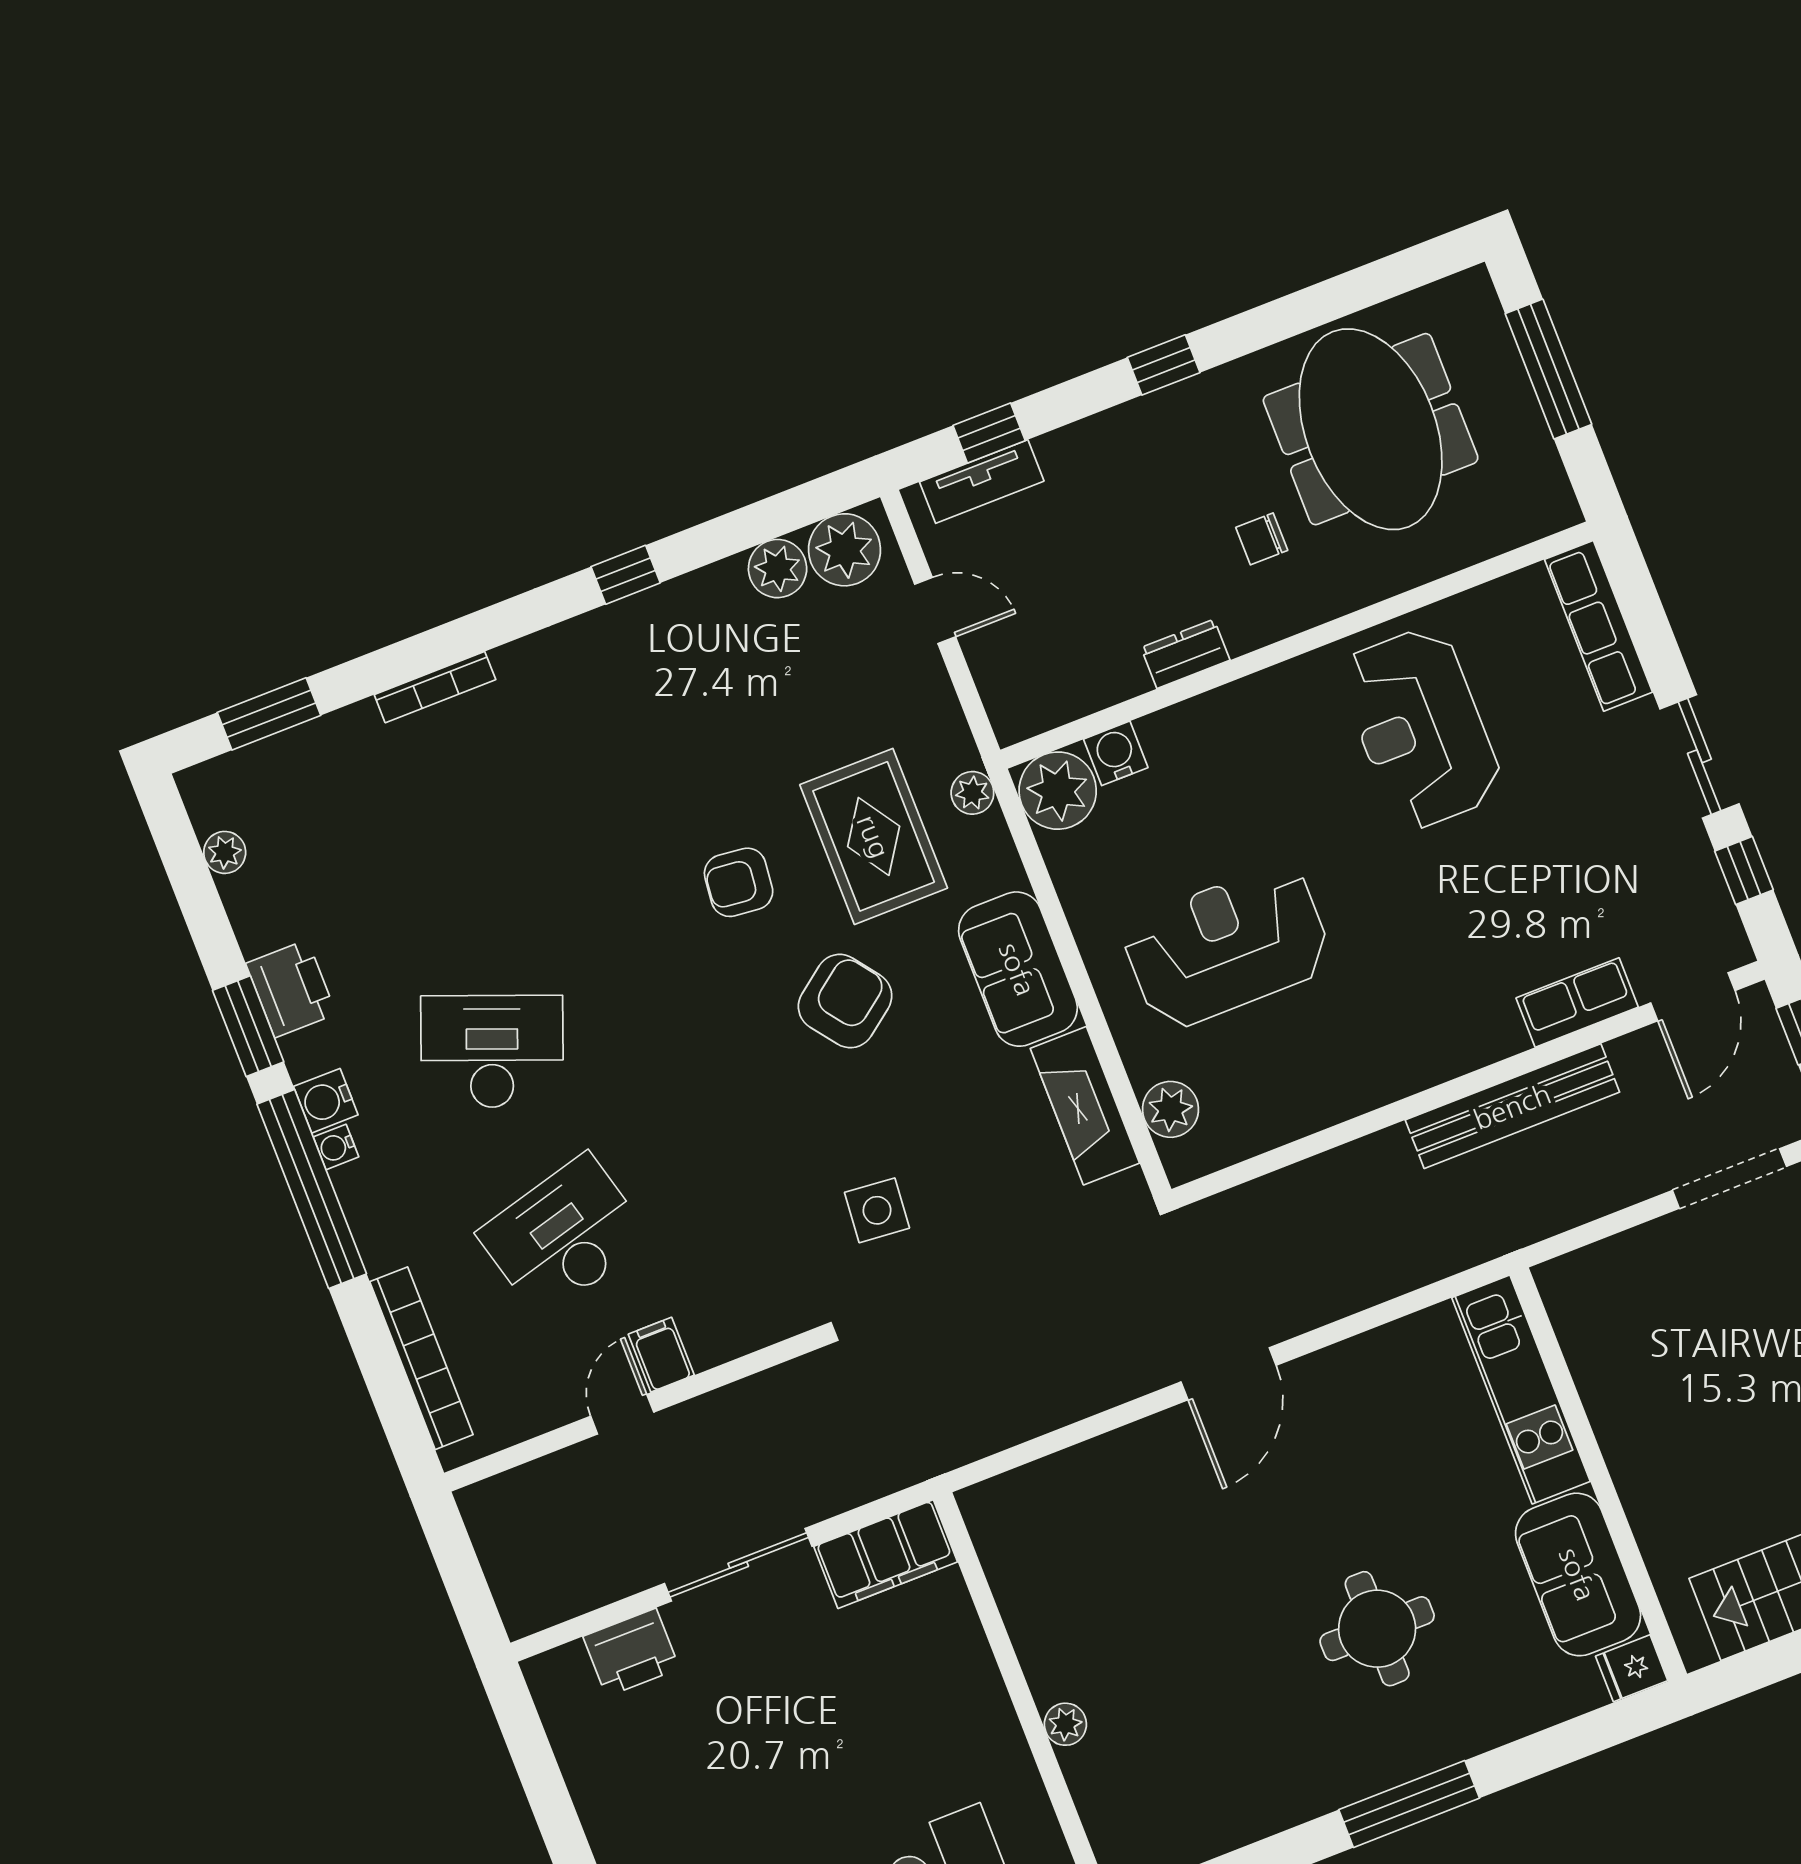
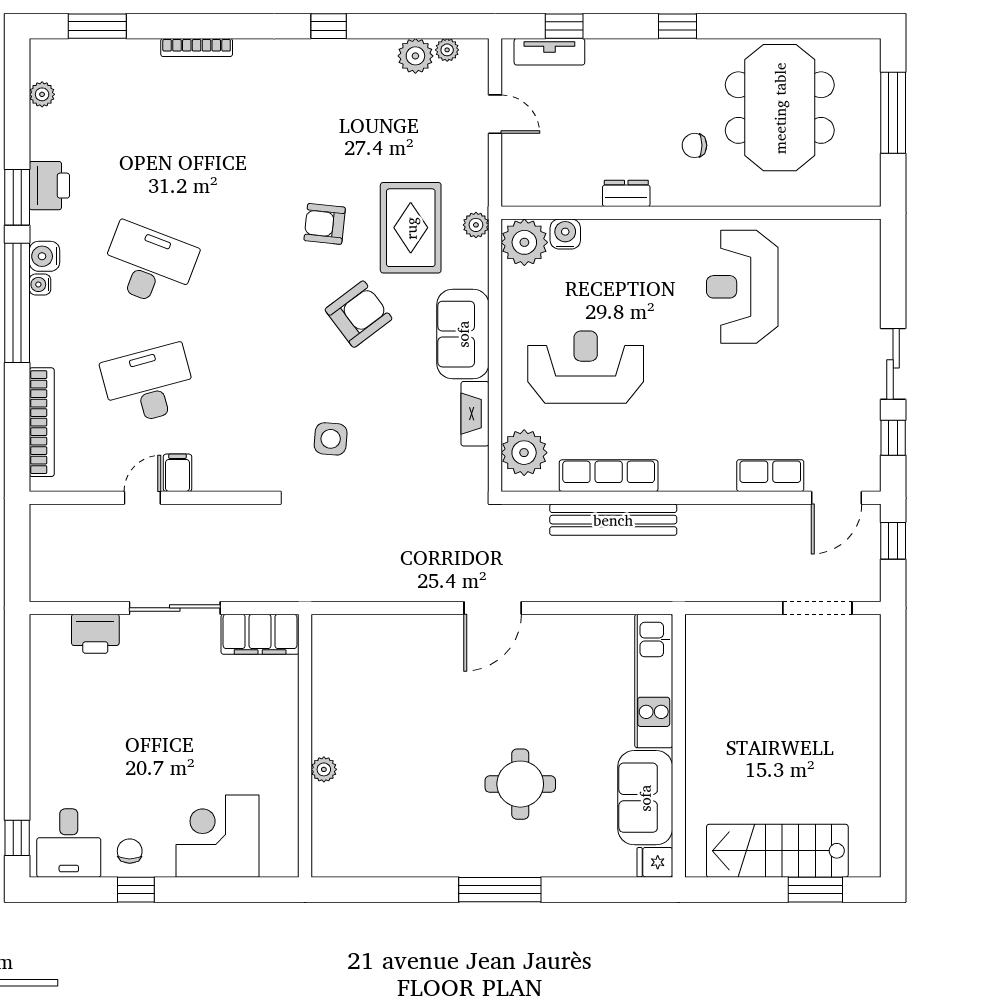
plant: (844, 550) -> (447, 50), width x0.53, depth x0.53
row of seats: (1598, 626) -> (609, 476), moved, turned 90
fireplace: (1085, 1106) -> (475, 414), width x0.73, depth x0.76
bench: (1512, 1106) -> (613, 520), moved
plant: (1170, 1109) -> (524, 453), width x1.36, depth x1.36

